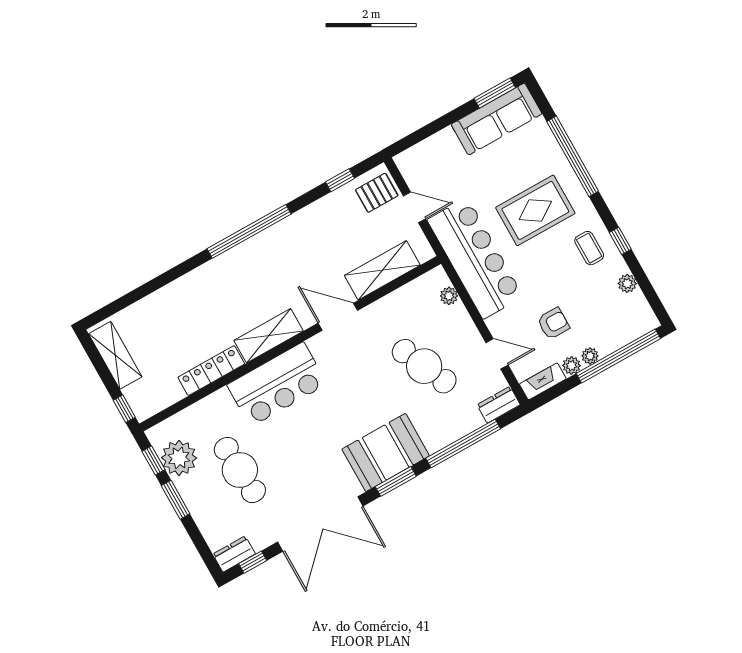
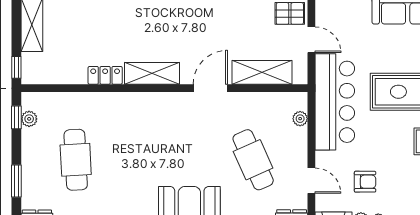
door: (338, 317) -> (210, 88), hinge flipped
locker: (211, 371) -> (105, 75), width x0.66
bar counter: (277, 384) -> (138, 113), removed
plant: (179, 458) -> (29, 119), width x0.53, depth x0.53
window: (176, 500) -> (16, 181), moved

